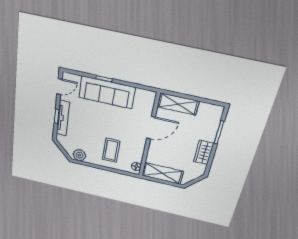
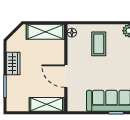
door: (151, 128) -> (66, 76), hinge flipped

